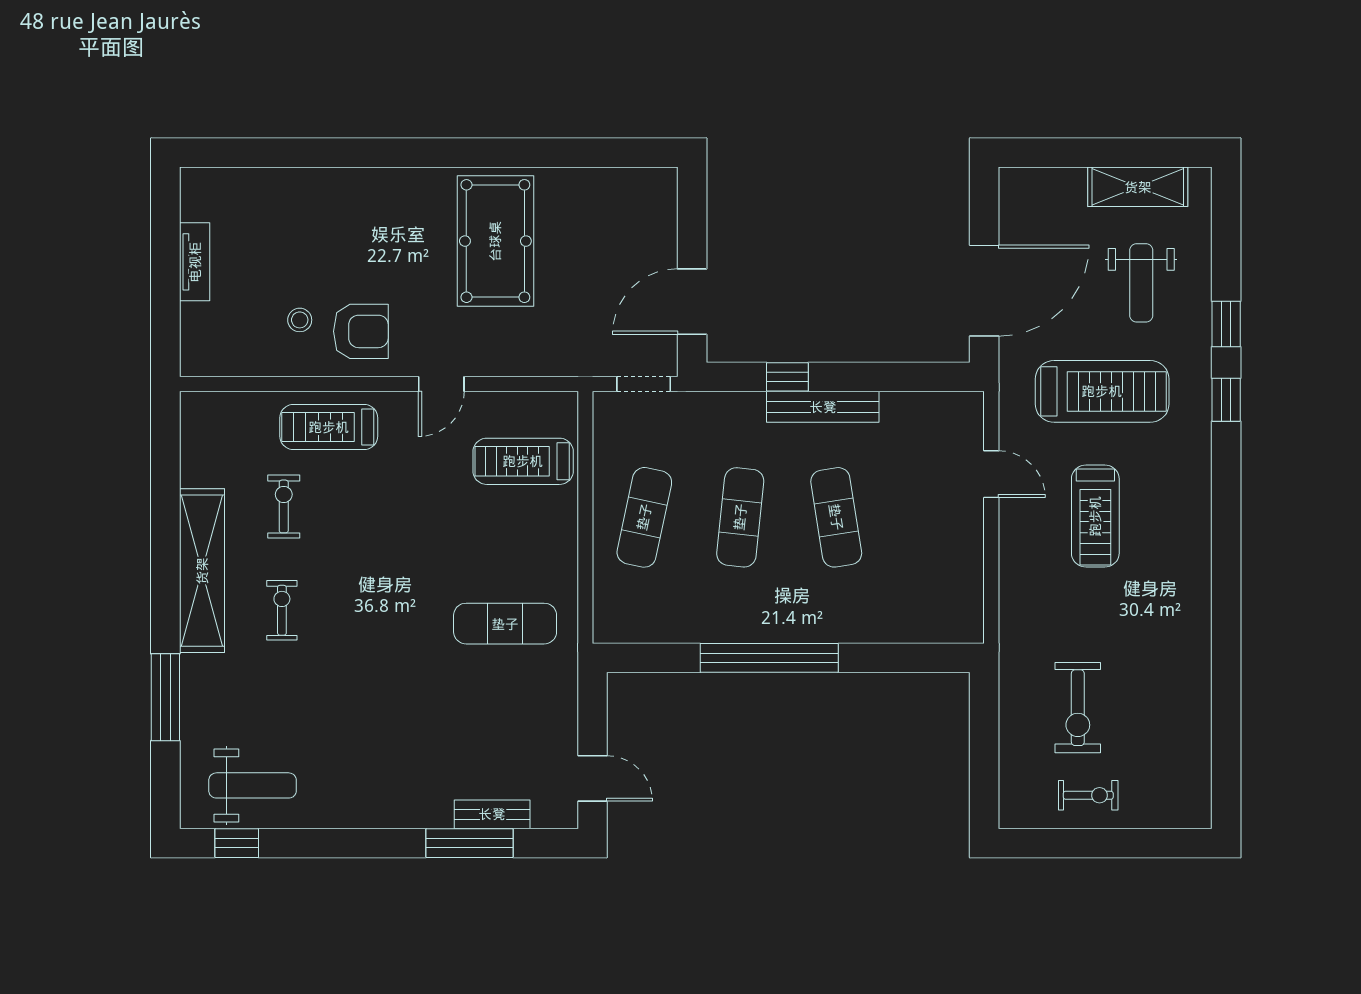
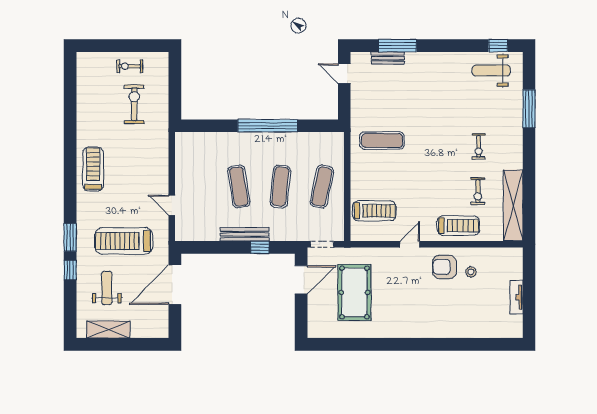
pool table: (495, 241) -> (354, 292), moved
window: (1226, 400) -> (70, 237), width x1.50
treadmill: (1095, 516) -> (93, 169), moved
shelving: (202, 571) -> (513, 205), moved

